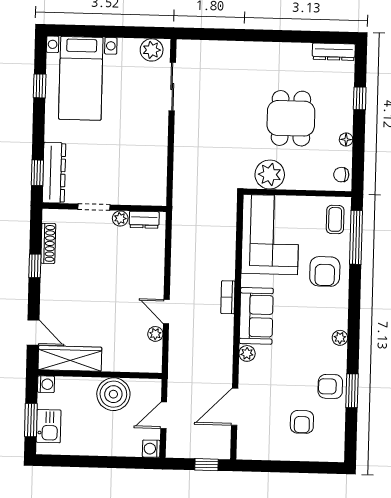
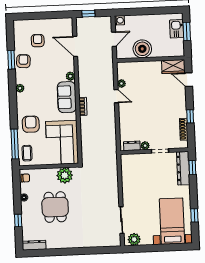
wardrobe: (70, 358) -> (173, 67), width x0.67
washing machine: (46, 384) -> (180, 52), removed
armchair: (330, 386) -> (23, 61), turned -86
door: (235, 407) -> (75, 46), swing flipped

